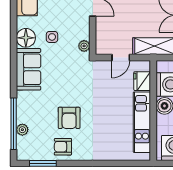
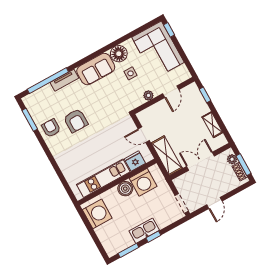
plant: (84, 46) -> (148, 95), moved
tv unit: (22, 107) -> (64, 80), added
armchair: (69, 118) -> (76, 121), turned -90
plant: (22, 130) -> (47, 90), removed

